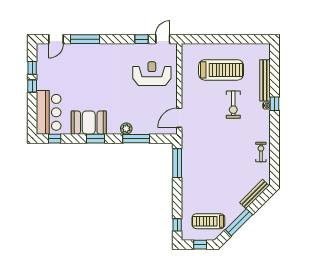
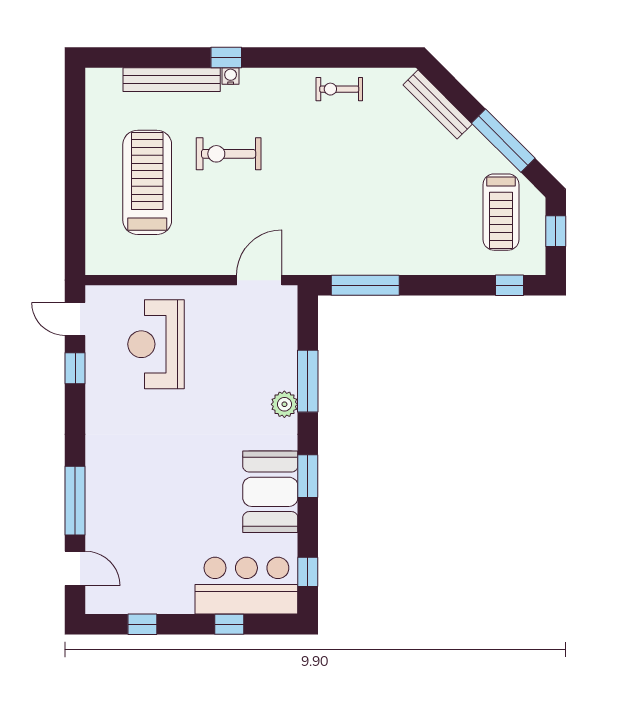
window: (32, 86) -> (229, 624), moved
exercise bike: (233, 105) -> (229, 154), turned 180
door: (179, 118) -> (259, 280), swing flipped

